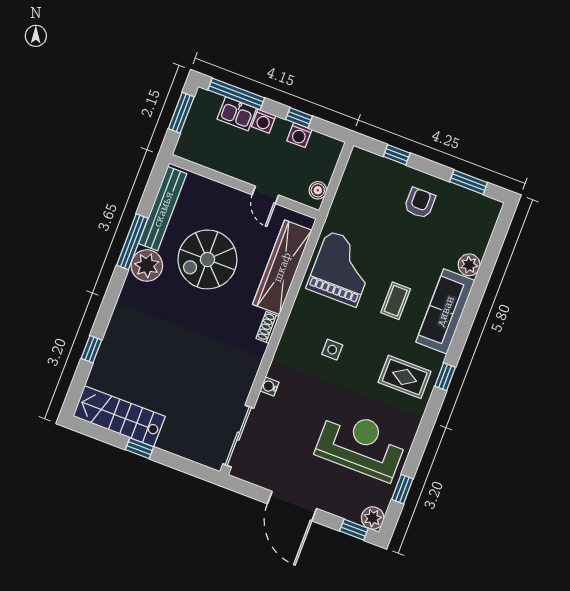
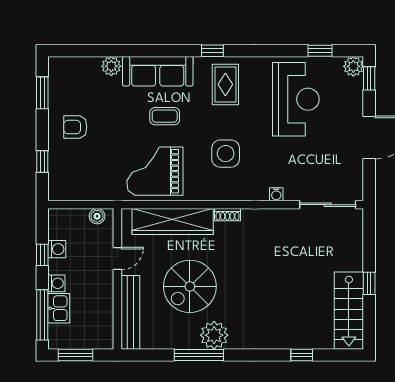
bench: (163, 209) -> (130, 312), moved, turned 90
spiral stairs: (207, 259) -> (190, 286), turned 90
side table: (332, 350) -> (226, 154), width x1.87, depth x1.87
reception desk: (361, 445) -> (296, 99), turned 180

